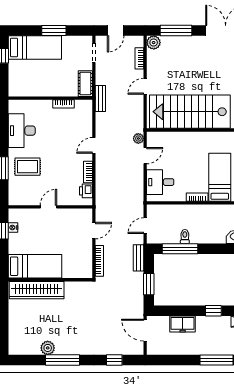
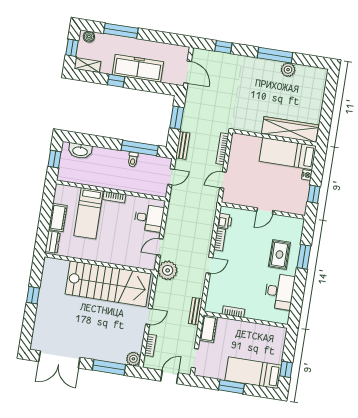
plant: (138, 138) -> (168, 270), width x1.88, depth x1.88
rug: (28, 167) -> (279, 255), turned 90
nightstand: (13, 227) -> (307, 175), moved
freezer: (183, 324) -> (138, 68), width x1.91, depth x1.26

